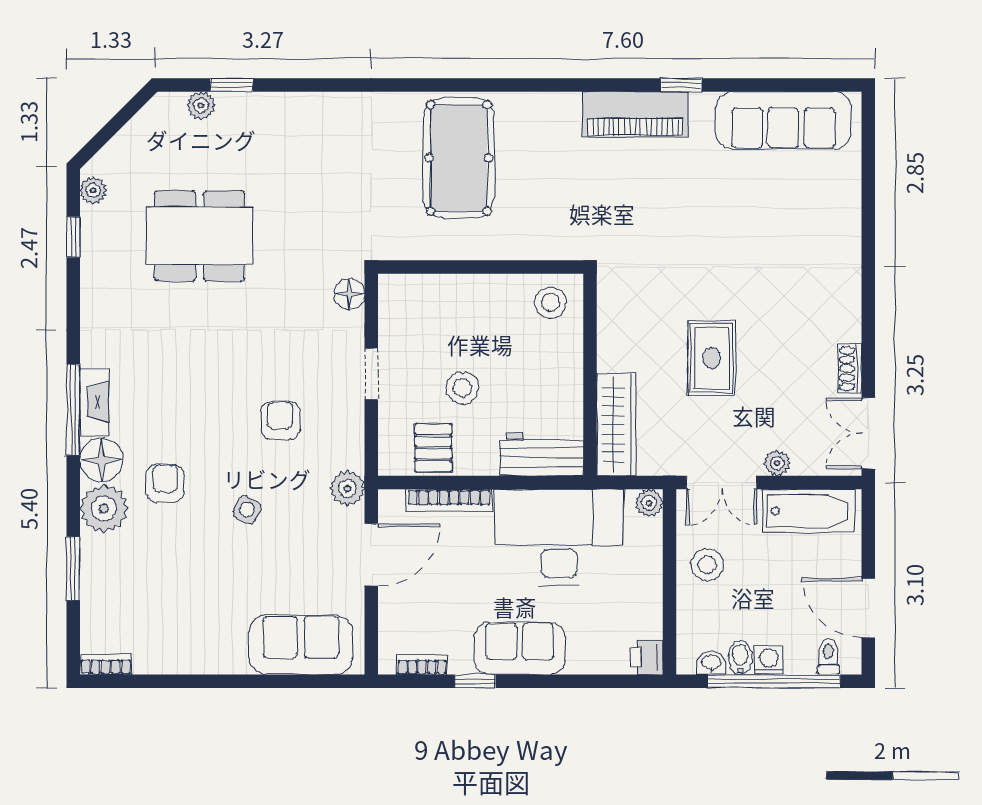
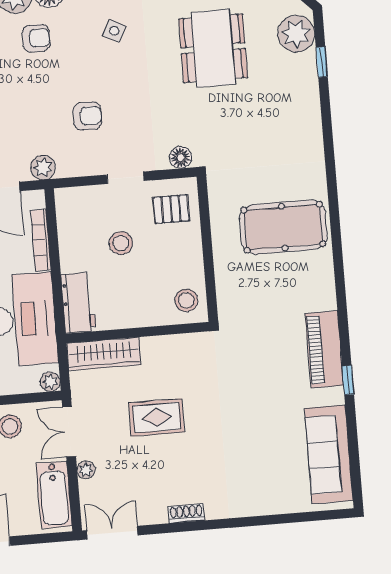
plant: (201, 105) -> (296, 34), width x1.88, depth x1.88
shoe rack: (850, 369) -> (186, 513), moved
pallet: (433, 447) -> (171, 209), moved
side table: (247, 510) -> (114, 31), moved

